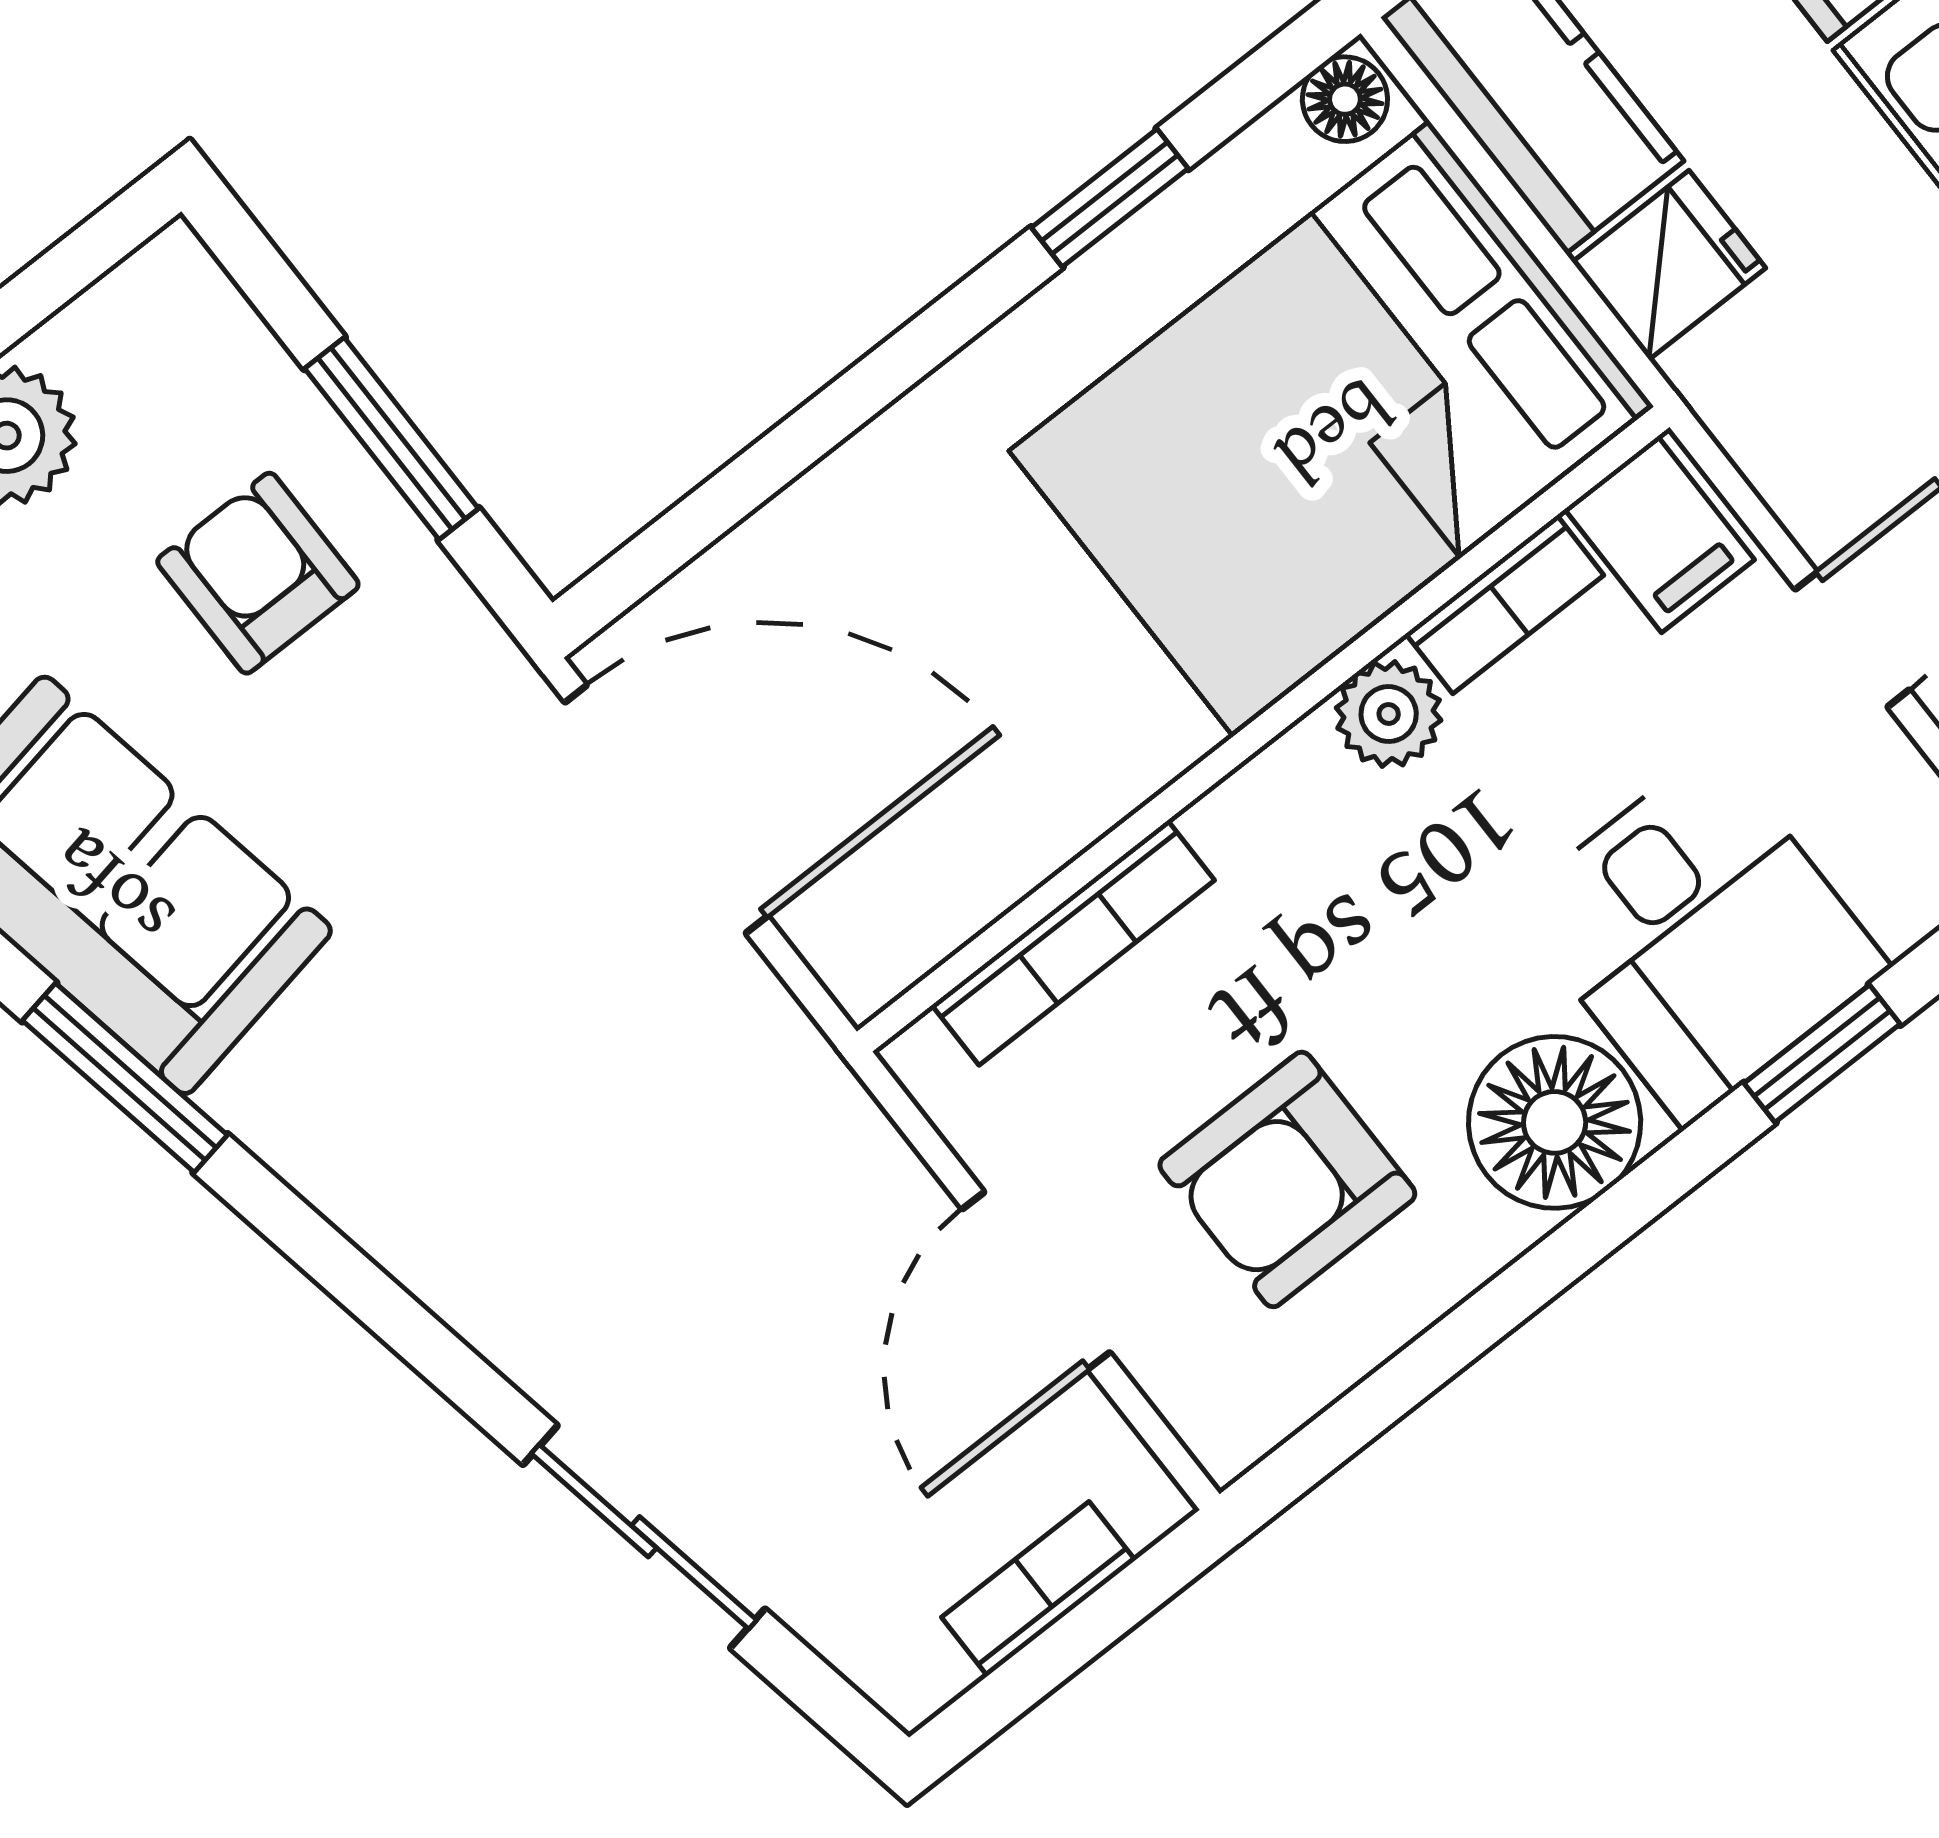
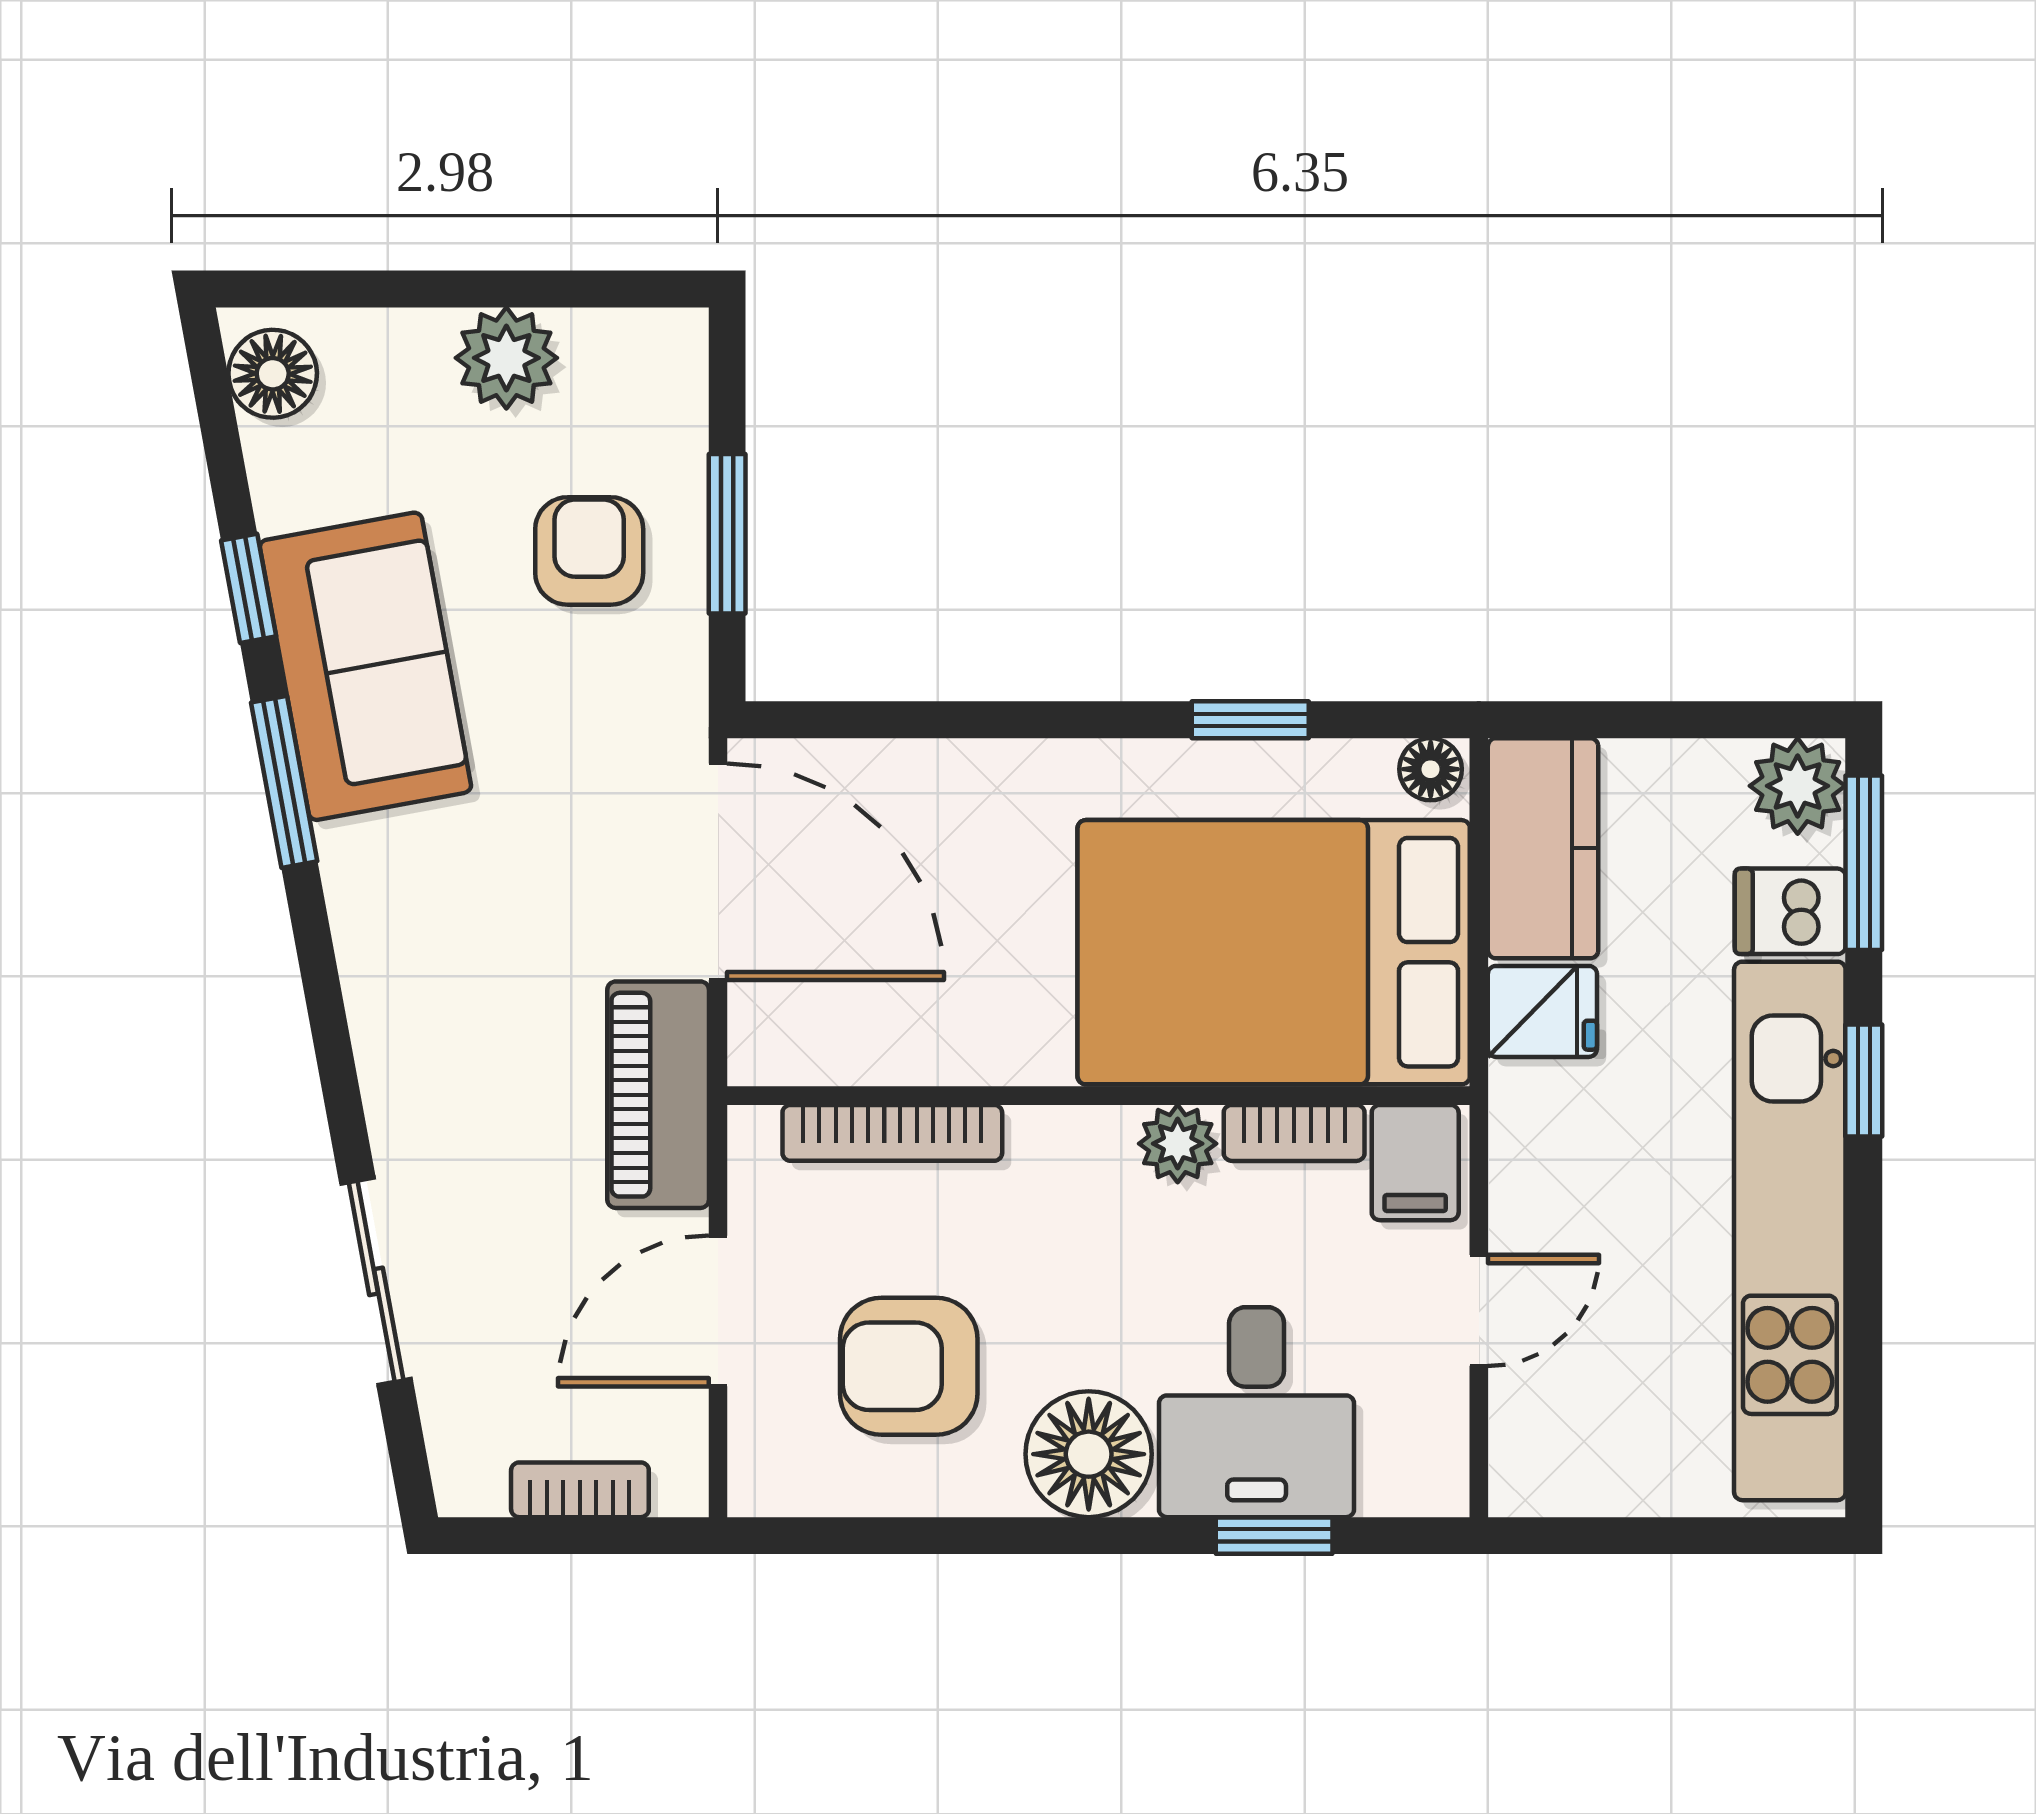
piano: (790, 1099) -> (658, 1095), added

